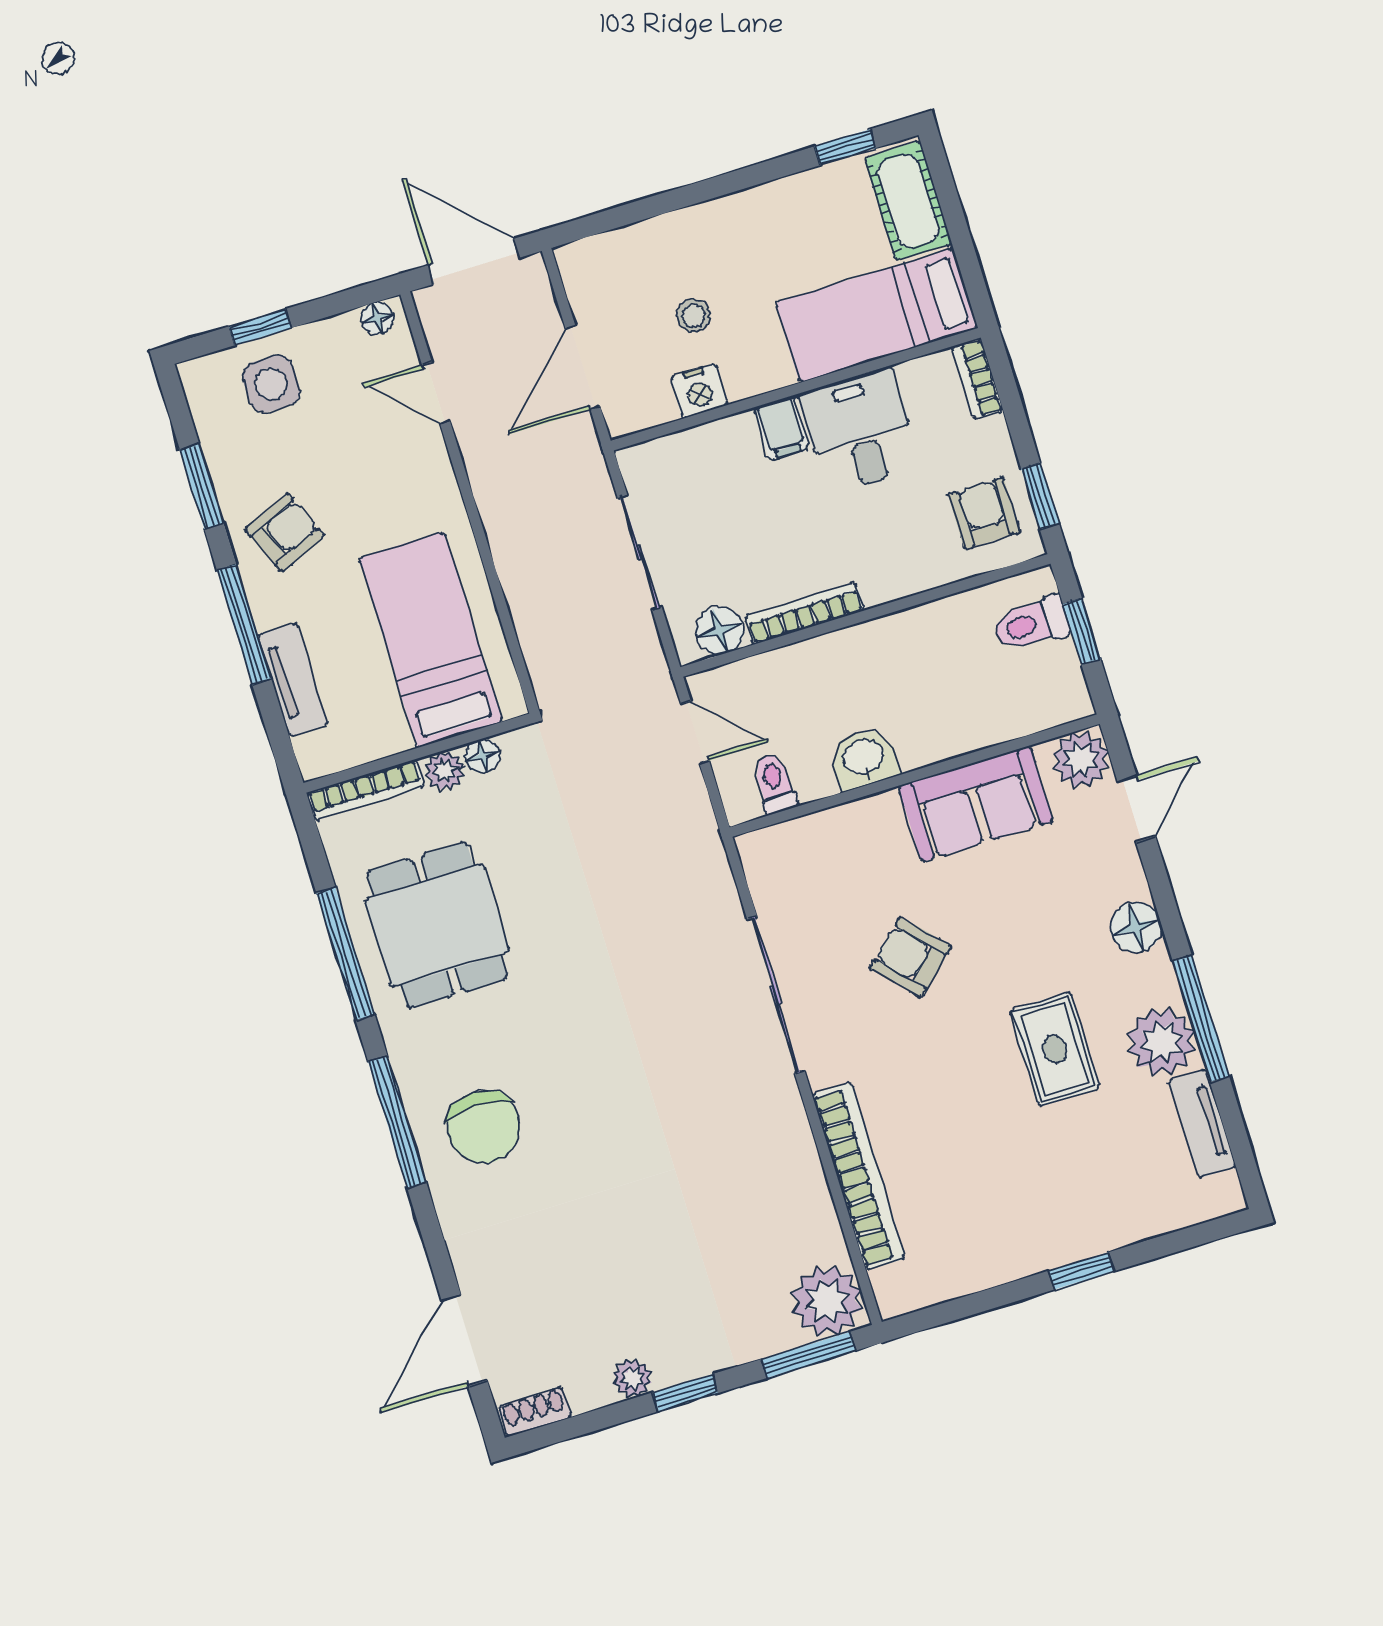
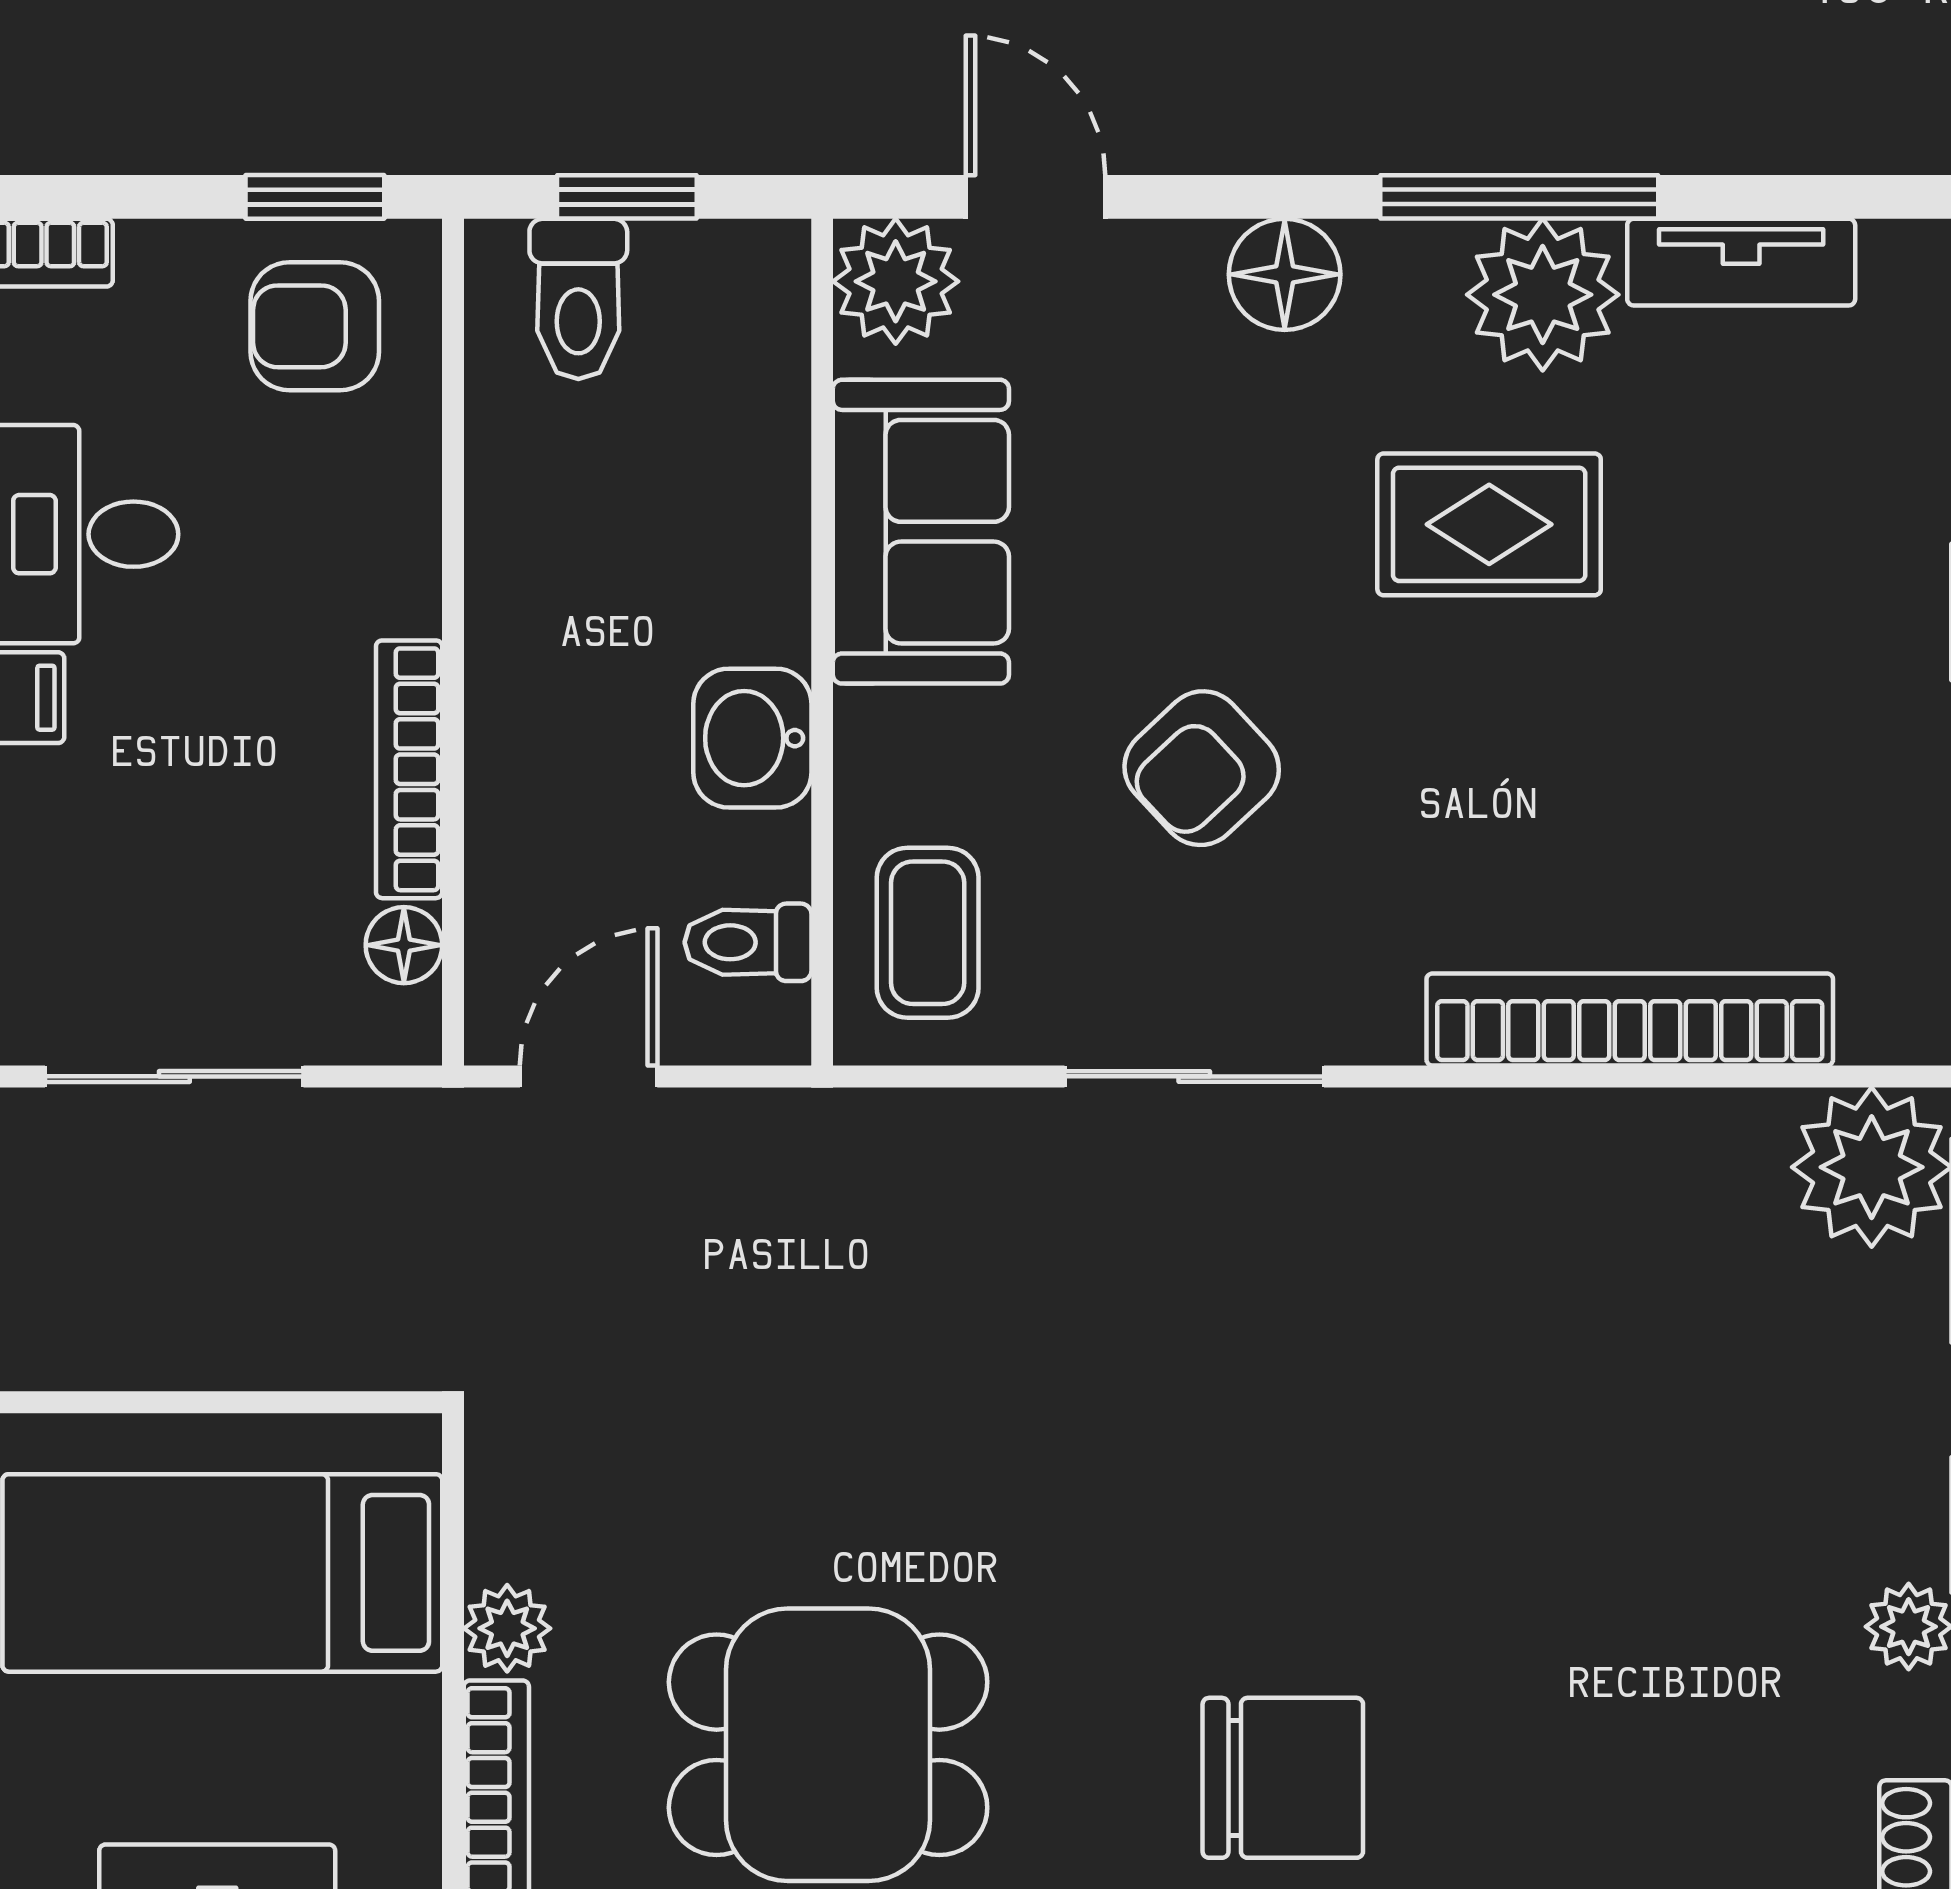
floor lamp: (719, 630) -> (404, 945), width x0.73, depth x0.73
floor lamp: (483, 756) -> (501, 1539), removed
coffee table: (803, 860) -> (928, 933), added
sliding door: (776, 995) -> (1194, 1076), width x0.73

